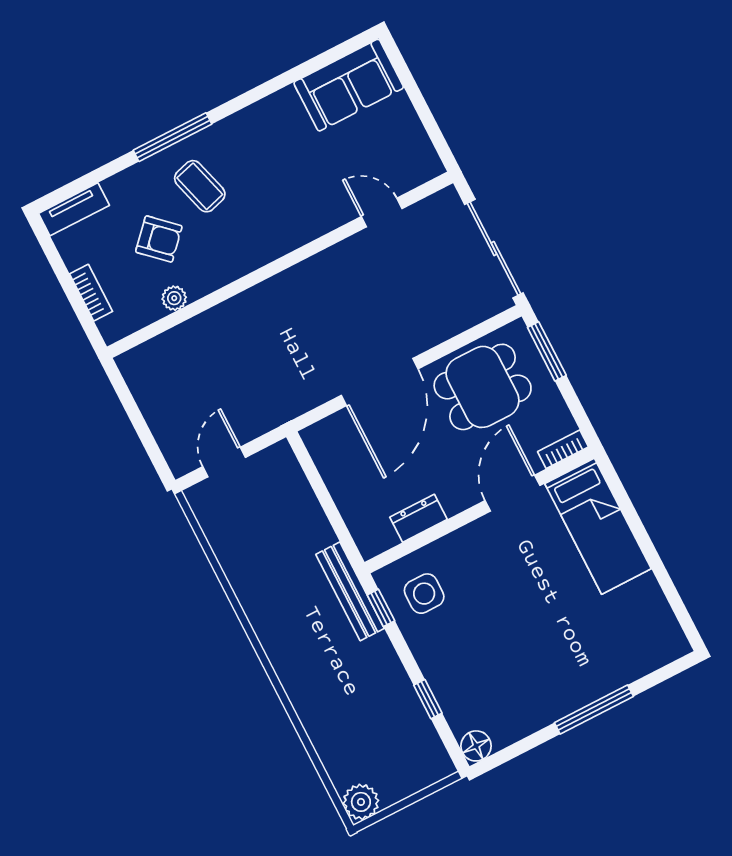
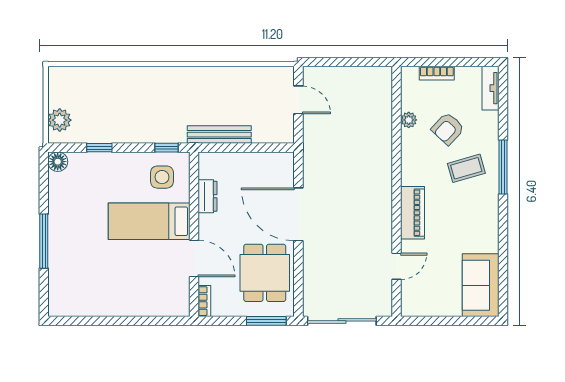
piano: (298, 228) -> (413, 213), added
bed: (598, 526) -> (149, 221), moved
bench: (350, 591) -> (219, 135), moved
plant: (361, 802) -> (60, 120), moved

